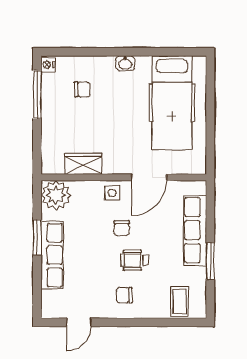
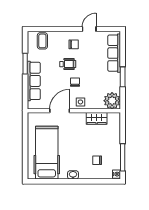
row of seats: (52, 255) -> (114, 53), moved
door: (79, 322) -> (89, 29), moved

